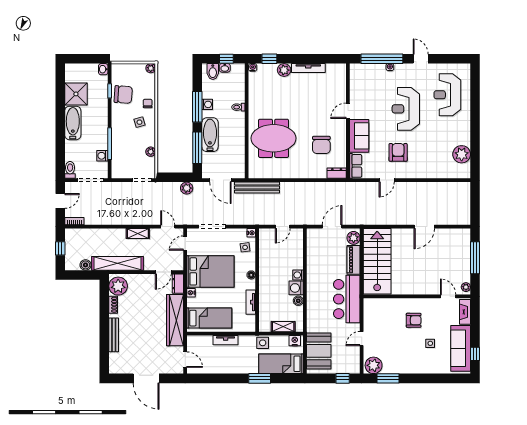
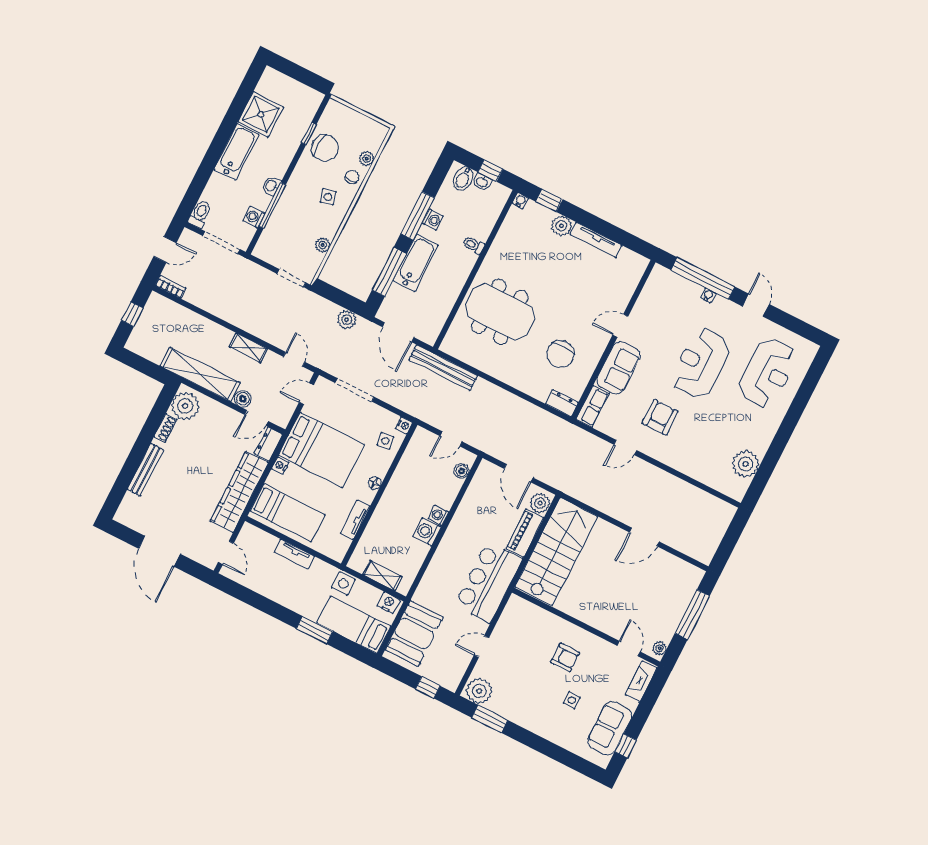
plant: (151, 68) -> (367, 159), moved
washbasin: (103, 69) -> (271, 186), moved
reception desk: (447, 95) -> (767, 373), turned 180
door: (332, 227) -> (519, 473), swing flipped
boiler: (85, 265) -> (243, 399), moved
boiler: (298, 301) -> (462, 471), moved
sofa: (461, 348) -> (610, 728), width x0.73

